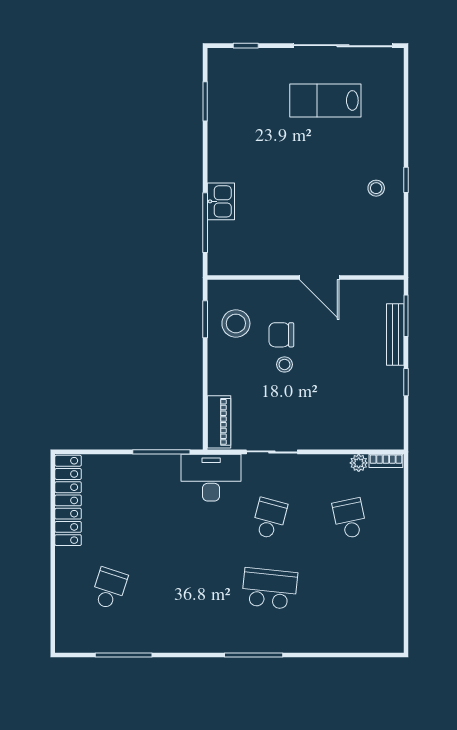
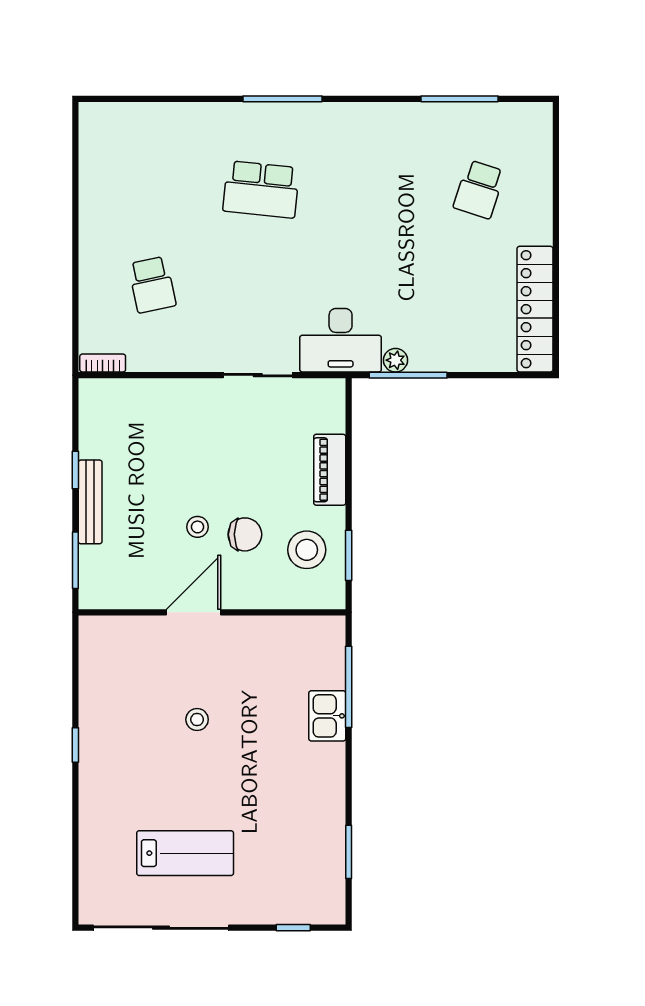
stool: (376, 188) -> (197, 720), moved
door: (319, 277) -> (193, 612), hinge flipped
bench: (395, 334) -> (90, 502), moved
stool: (284, 364) -> (197, 527), moved
piano: (219, 422) -> (330, 470), moved
plant: (359, 463) -> (395, 360), moved
school desk: (269, 518) -> (261, 285), removed

